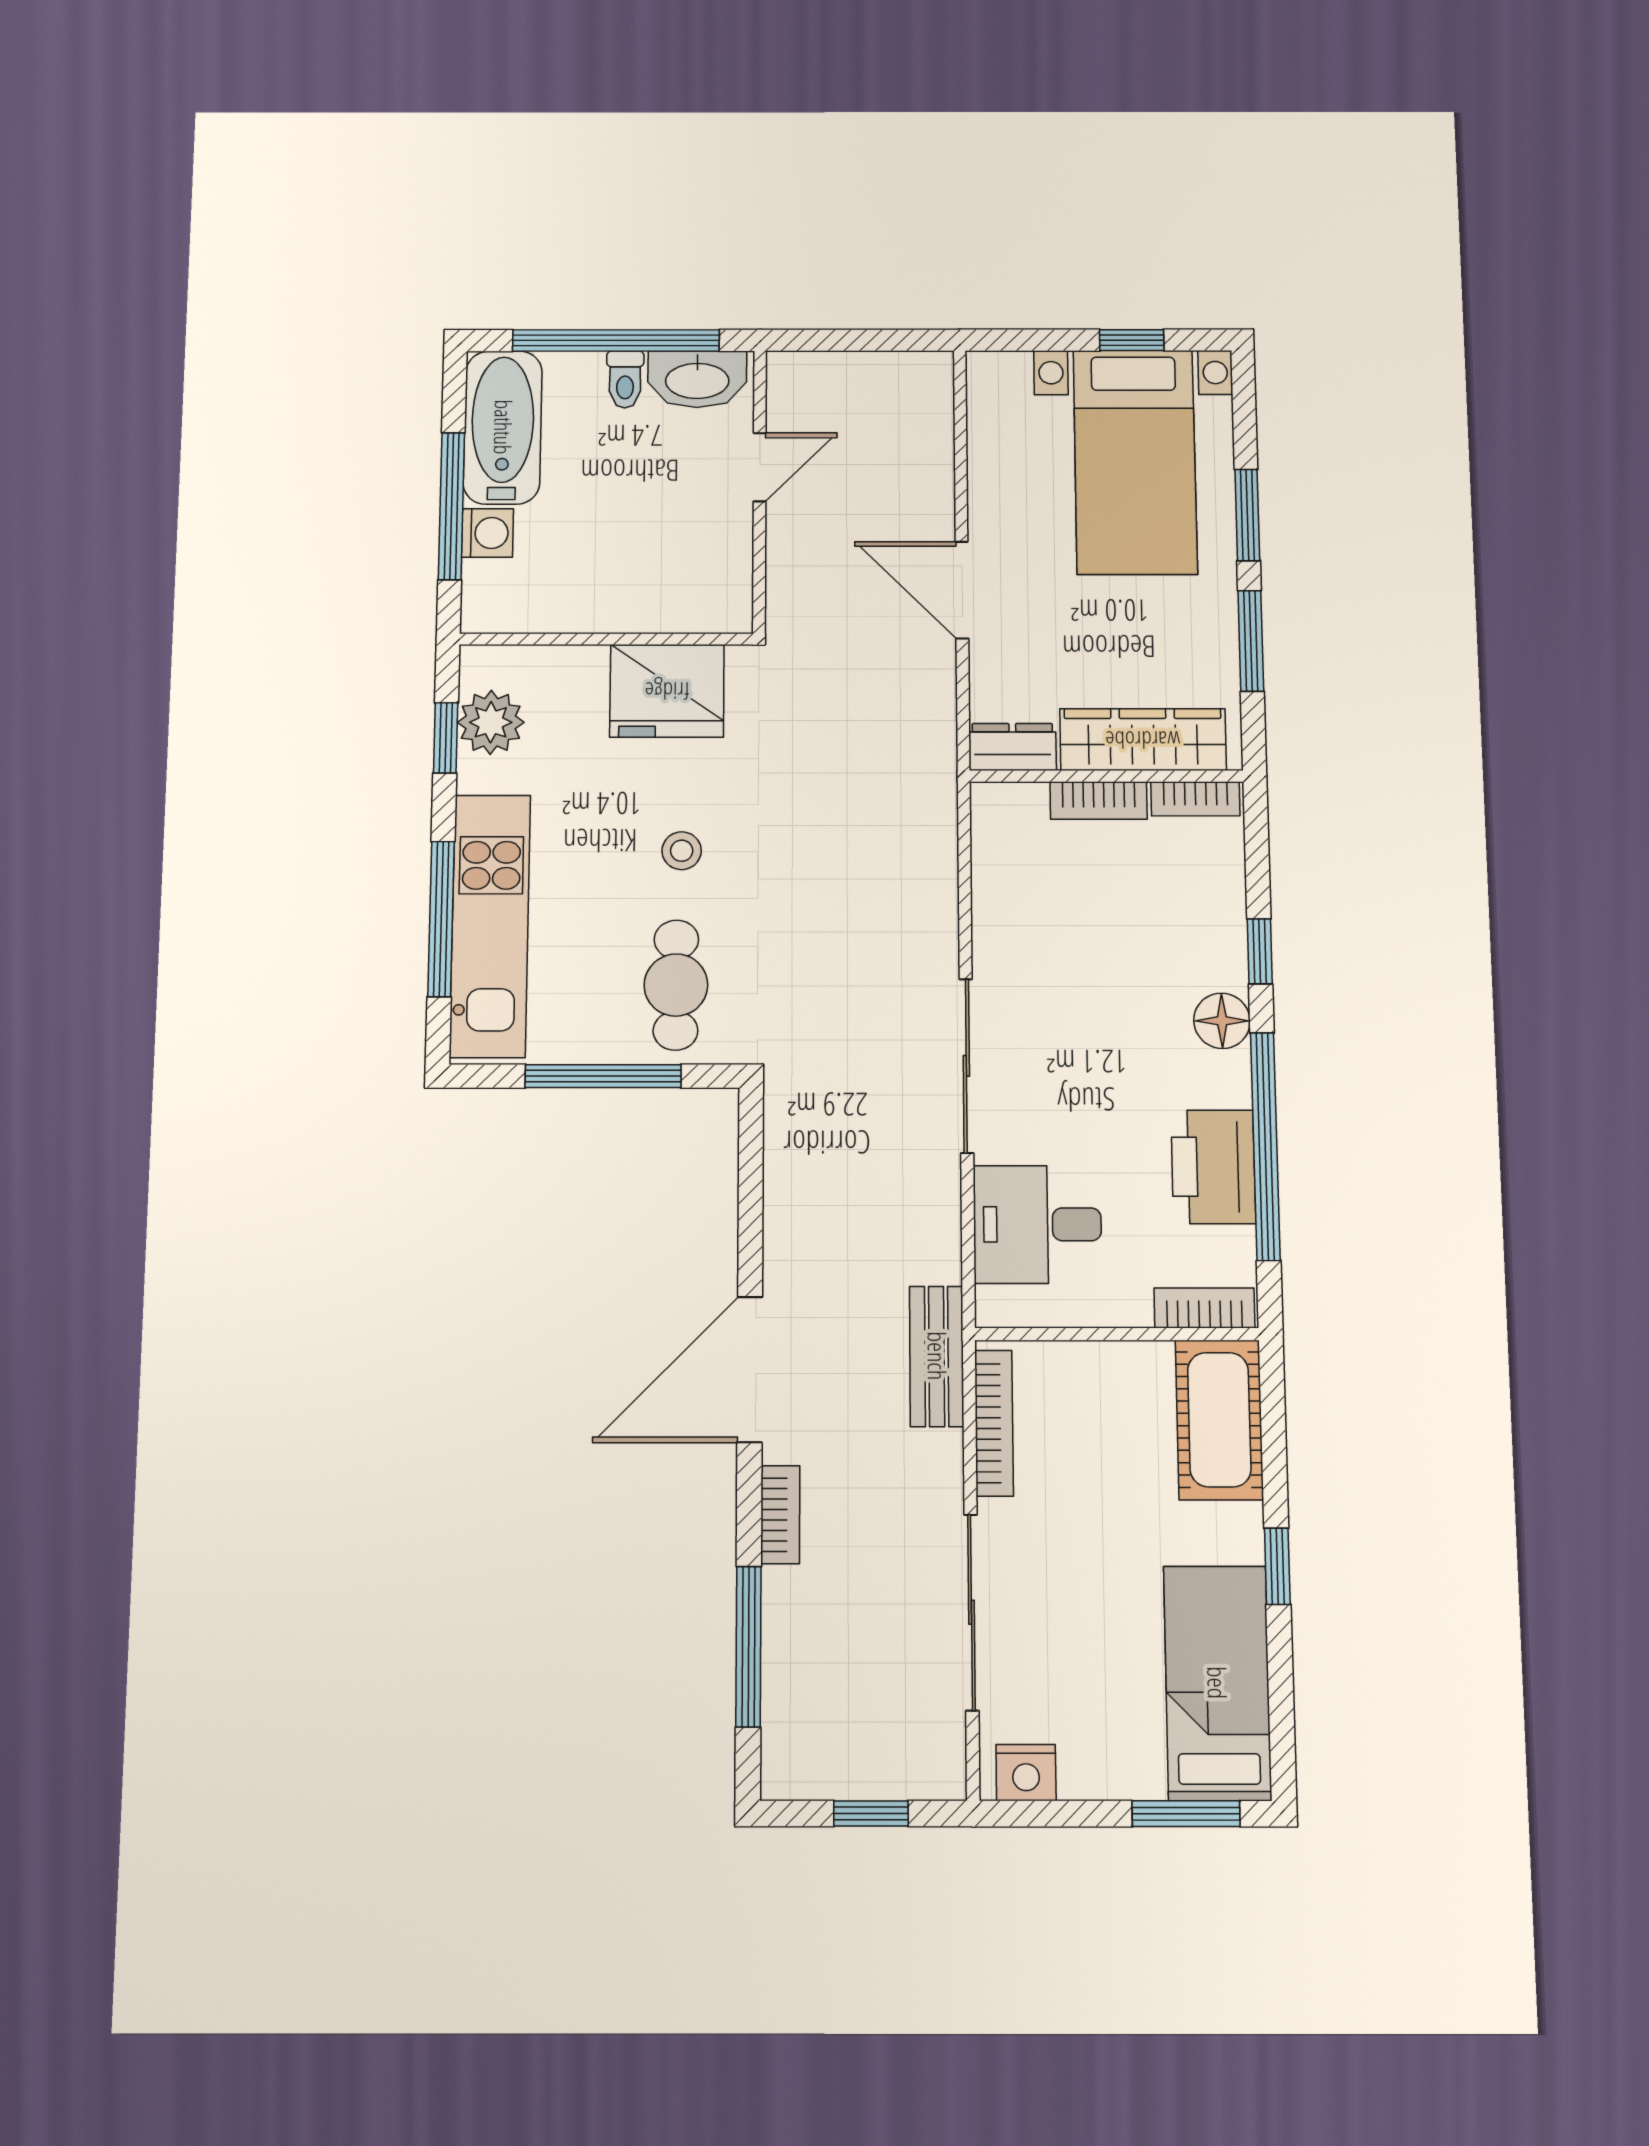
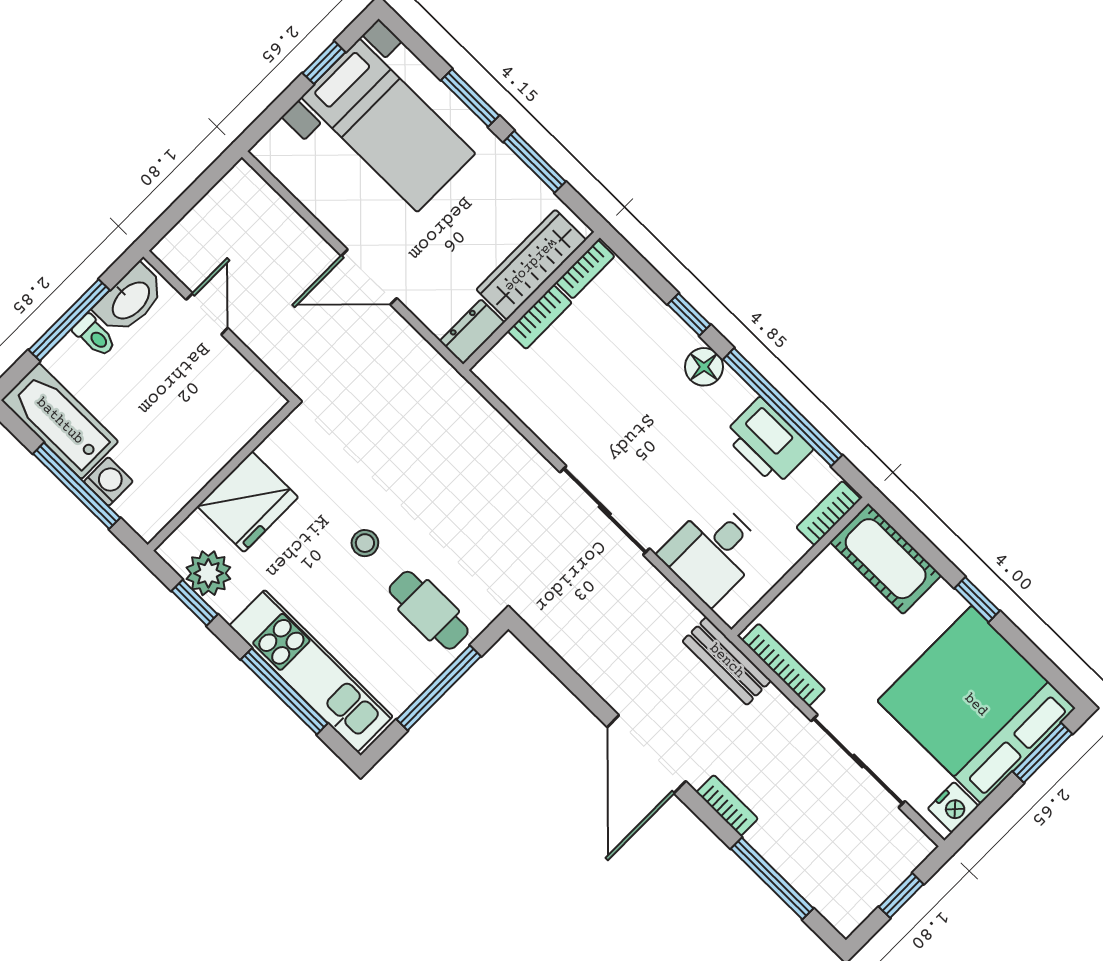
window: (616, 340) -> (69, 320), width x0.68
fridge: (667, 691) -> (248, 502), moved
bed: (1217, 1683) -> (976, 705), width x2.04

